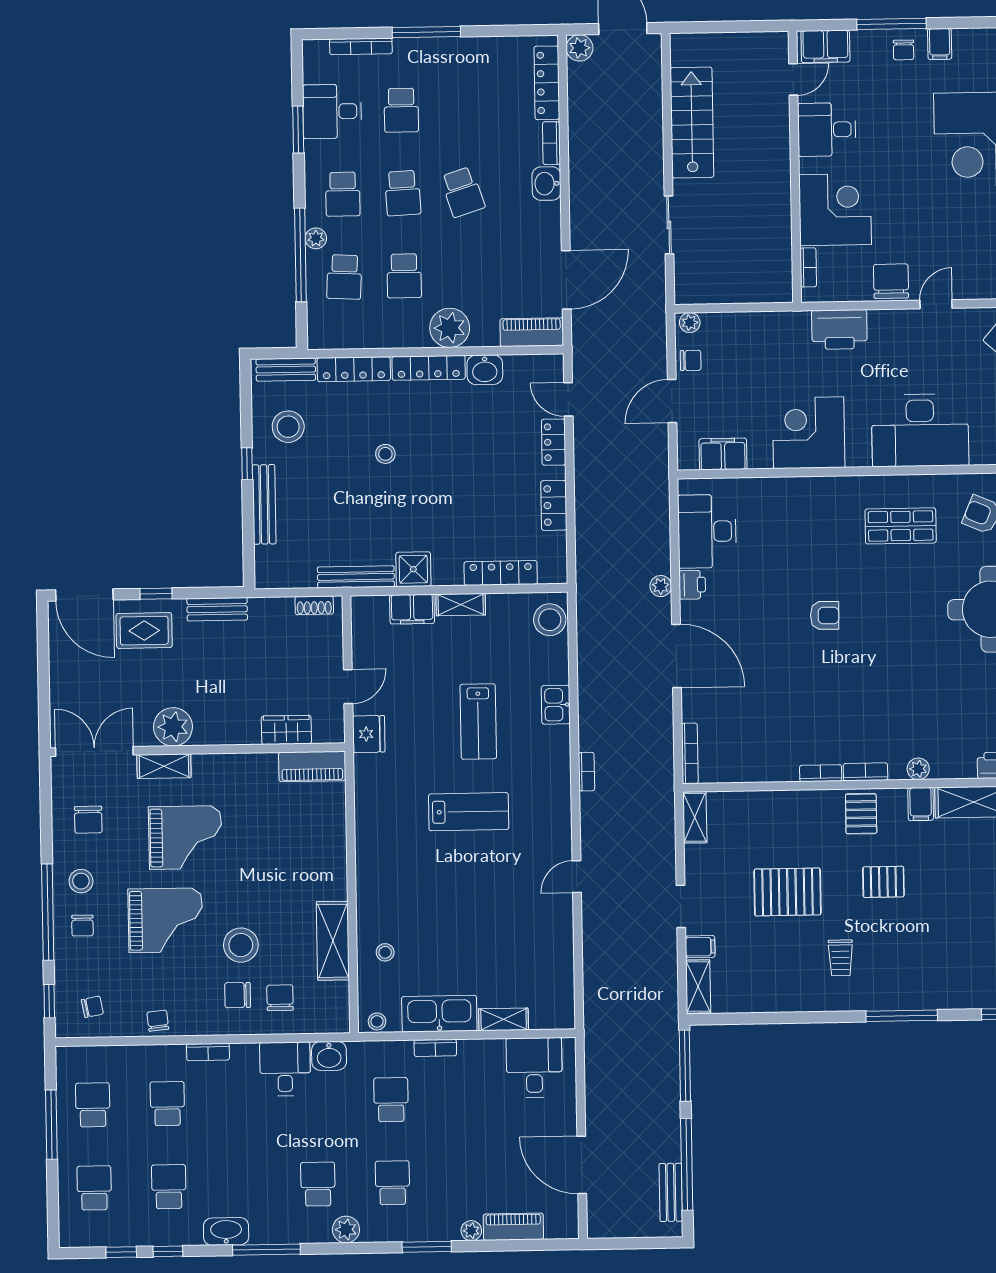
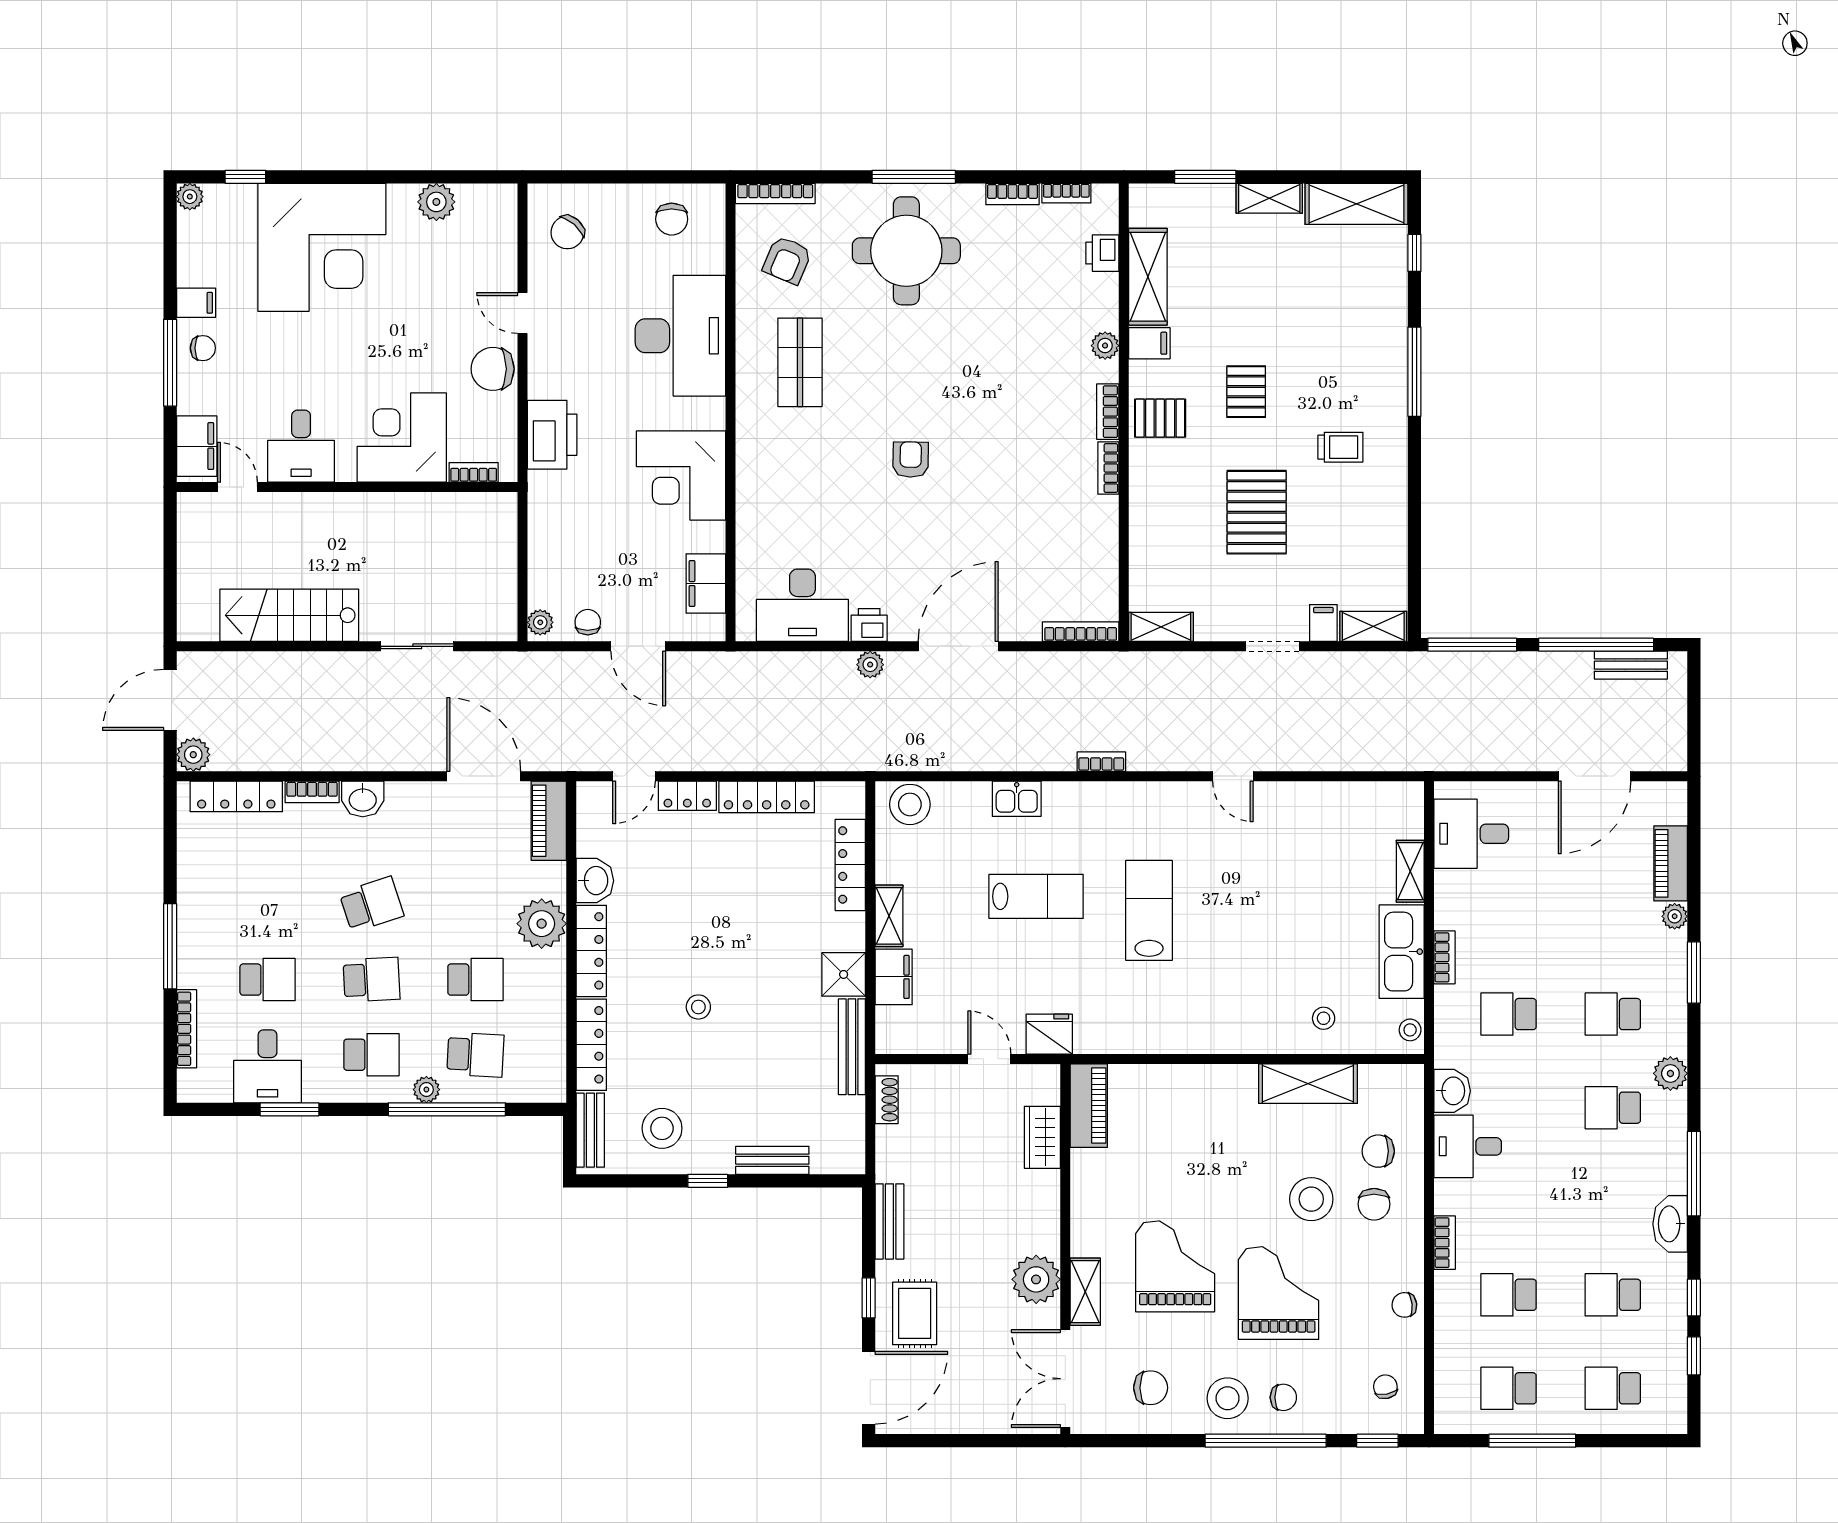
bench: (264, 504) -> (772, 1160), width x0.73
locker: (554, 505) -> (767, 797), width x1.53
stool: (81, 881) -> (1228, 1398), width x1.38, depth x1.38

